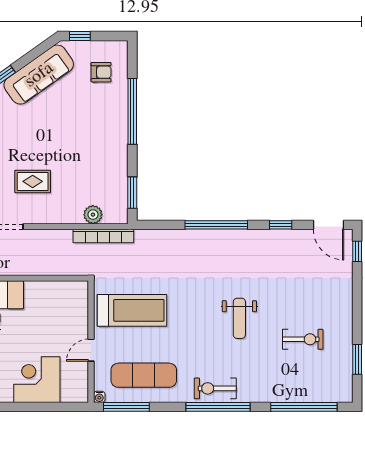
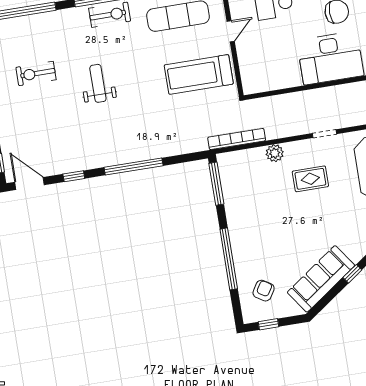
window: (80, 36) -> (268, 324), moved
armchair: (101, 72) -> (264, 291), turned 122
window: (132, 193) -> (216, 184), width x1.44
plant: (93, 215) -> (275, 153), moved

